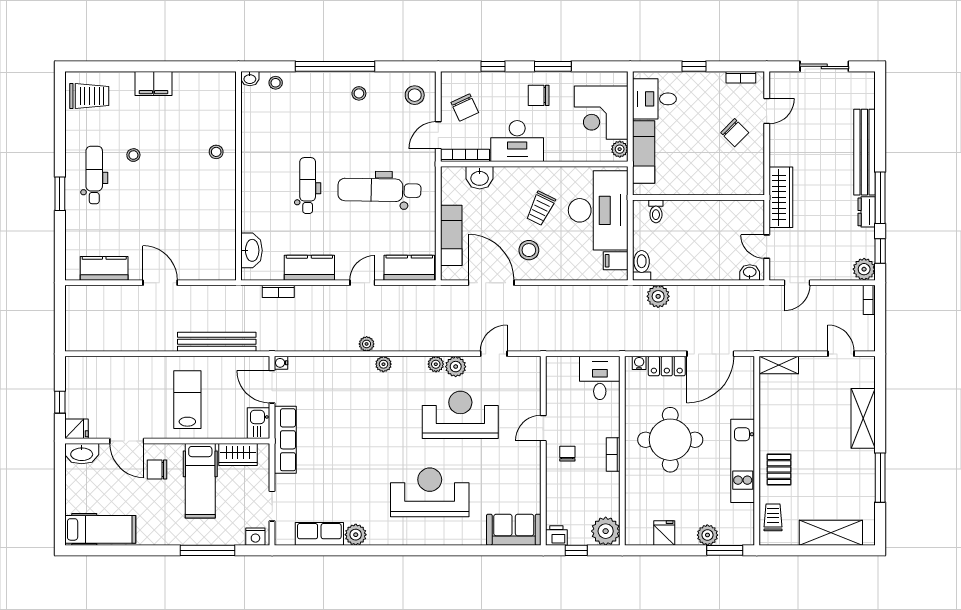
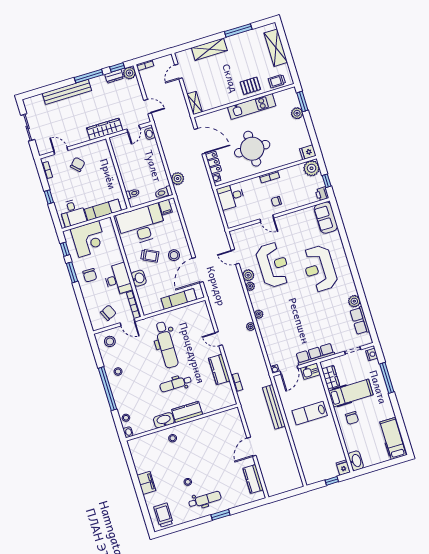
window: (493, 66) -> (65, 249), moved
plant: (620, 149) -> (105, 223), removed
dental chair: (94, 175) -> (205, 500), turned 180
washbasin: (480, 178) -> (139, 278), moved
dresser: (867, 212) -> (114, 76), moved
washbasin: (252, 250) -> (164, 420), moved
kitchen counter: (409, 268) -> (187, 412), moved, turned 90
reception desk: (460, 415) -> (273, 265), turned 180
door: (127, 441) -> (342, 439), removed
fridge: (664, 533) -> (308, 152), moved

